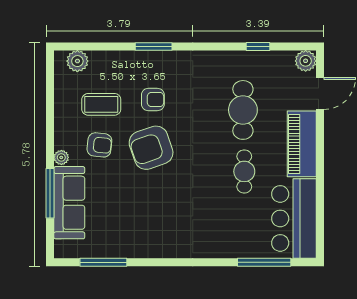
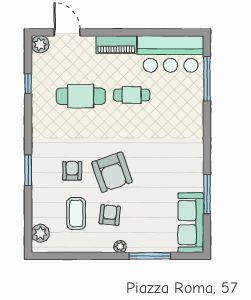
piano: (302, 144) -> (116, 45), width x0.73, depth x0.75
sofa: (69, 203) -> (191, 223), moved, turned -90
window: (103, 262) -> (207, 194), moved

